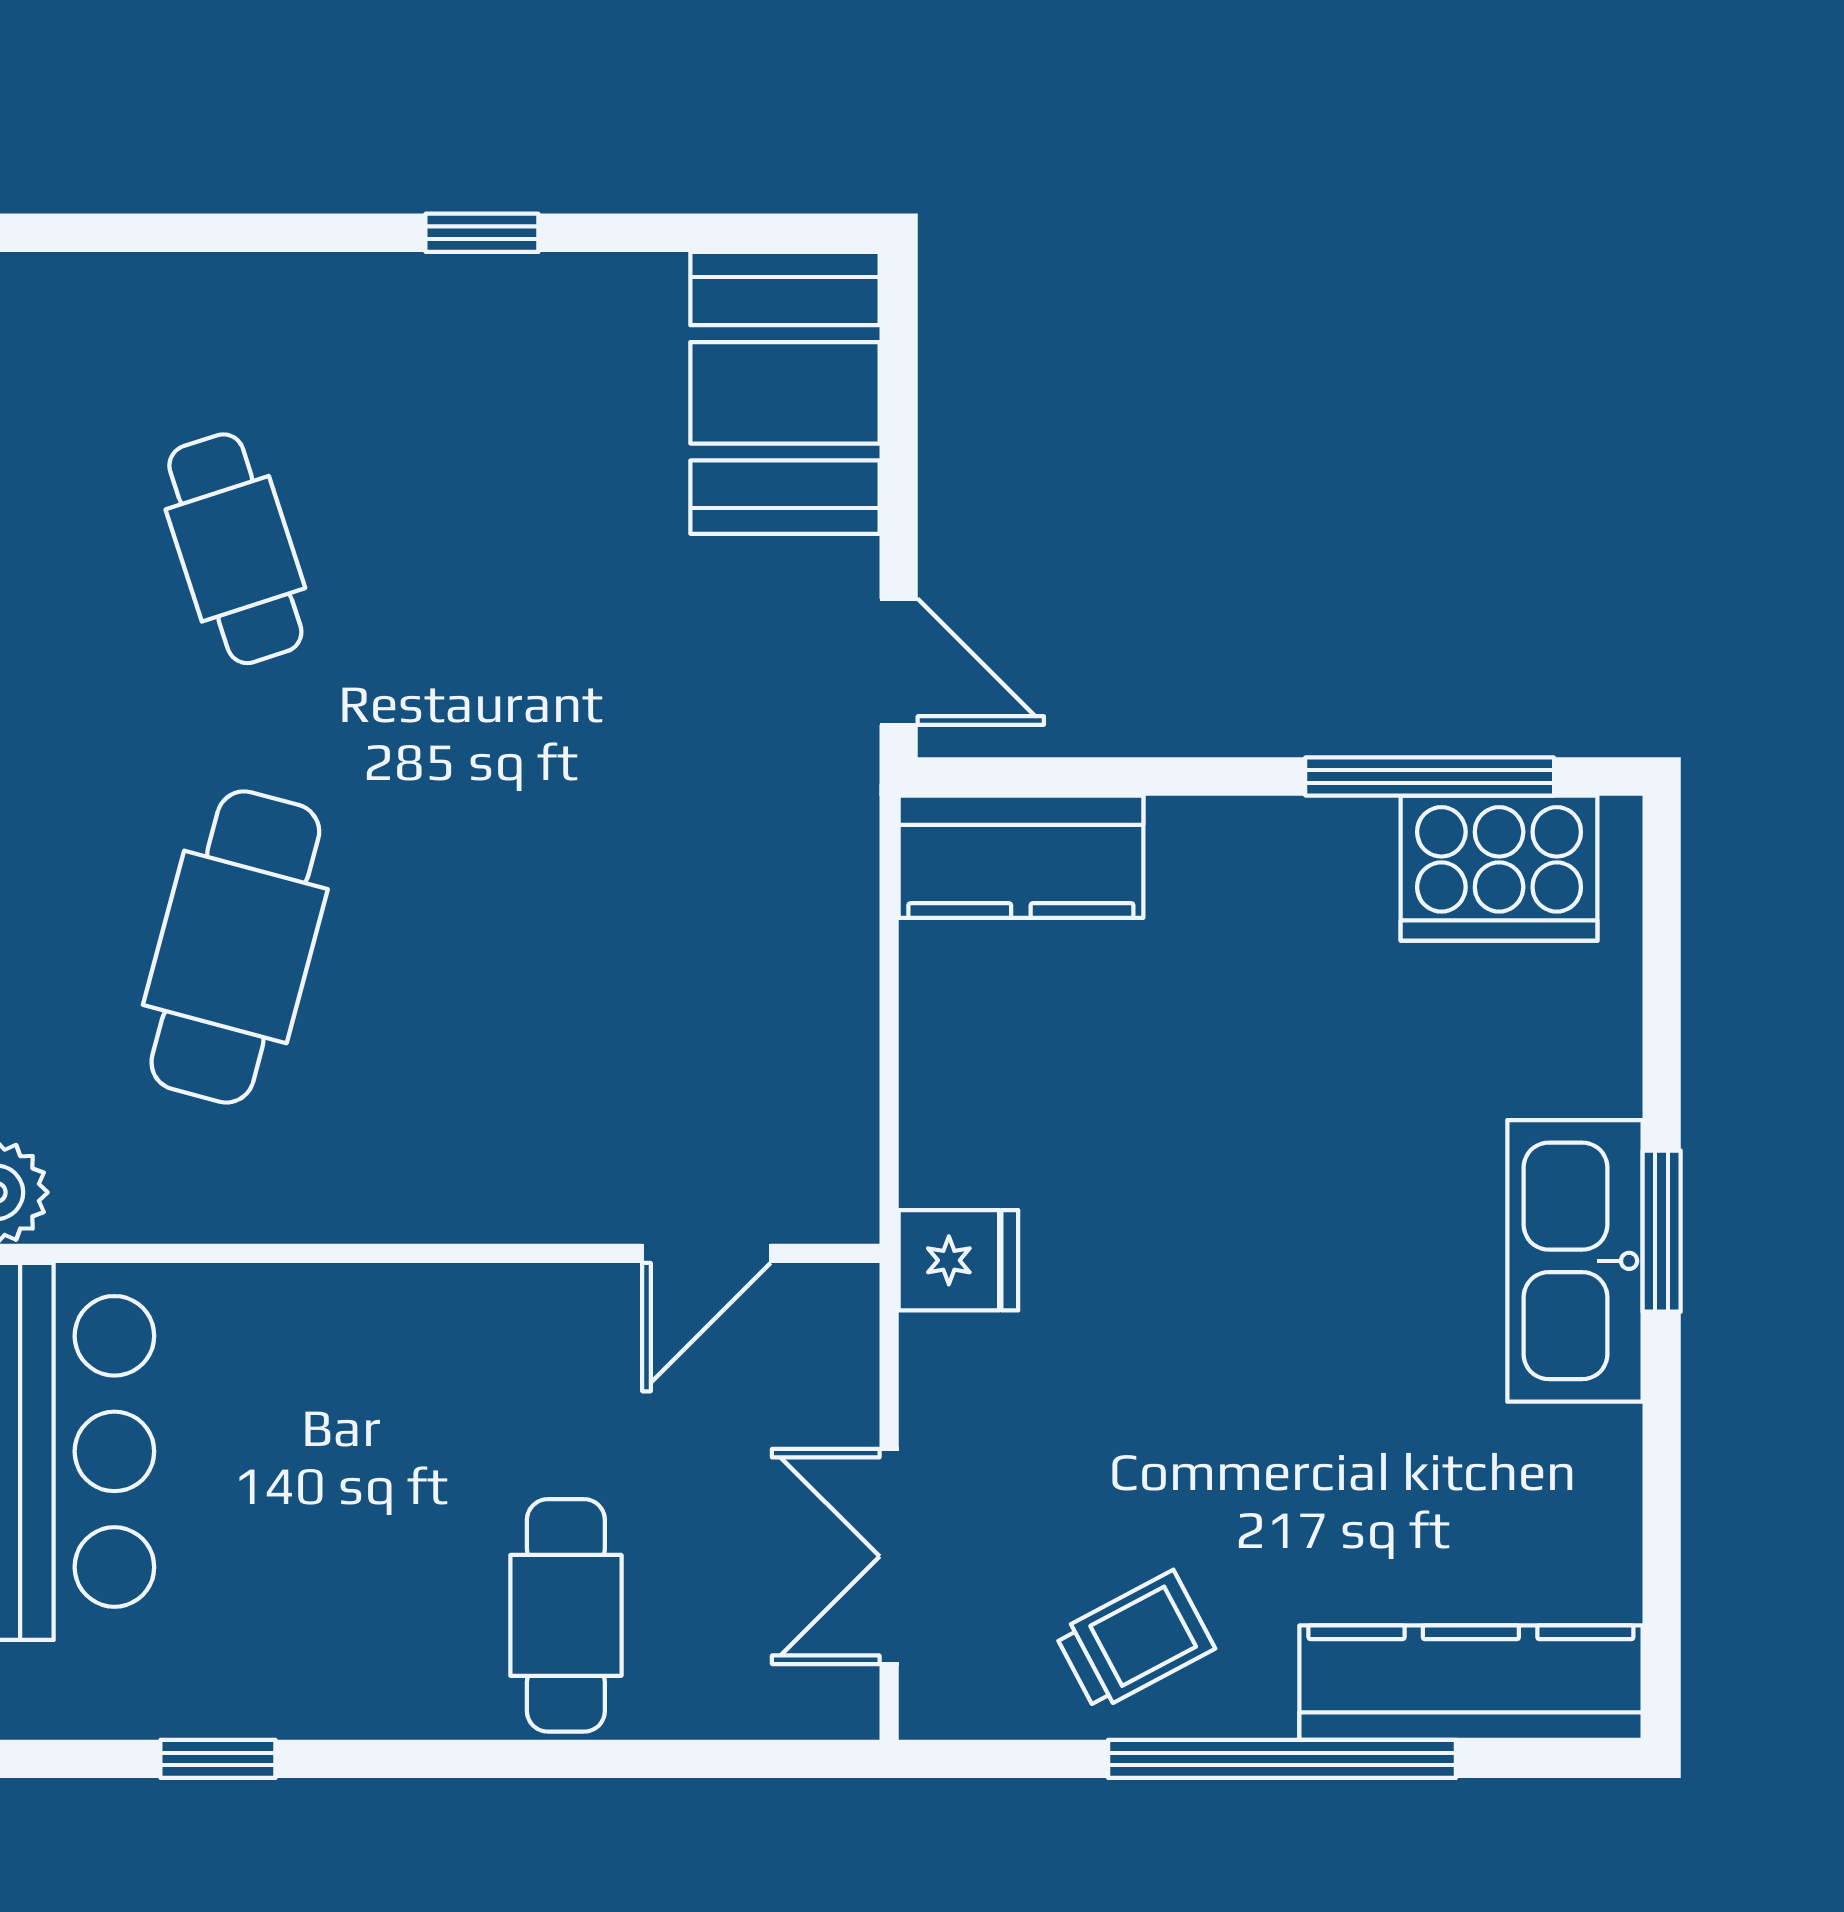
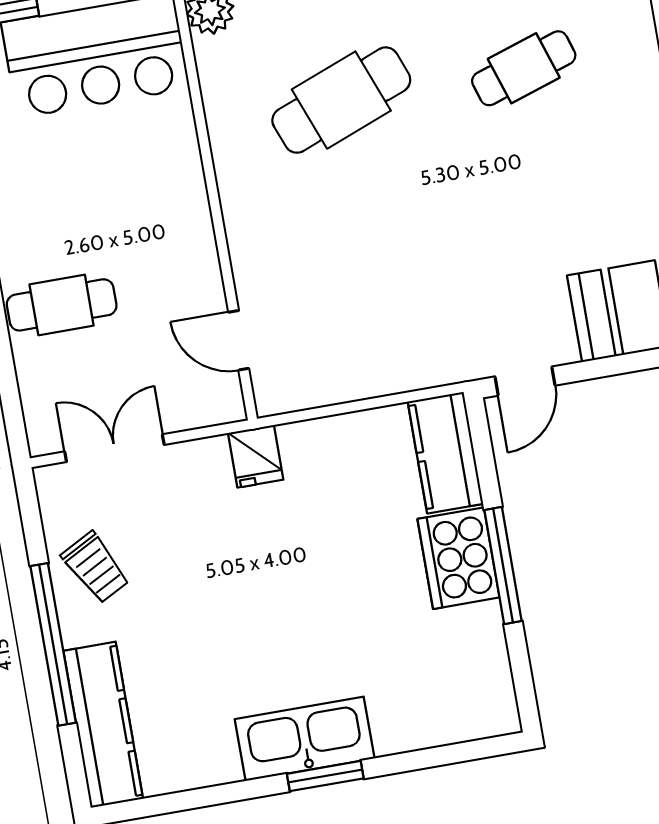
window: (1430, 776) -> (503, 565), moved
cooker: (1499, 868) -> (458, 558), moved
cafe table: (235, 947) -> (341, 100), turned -36

